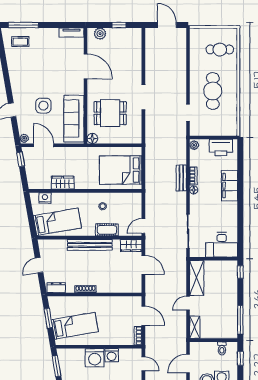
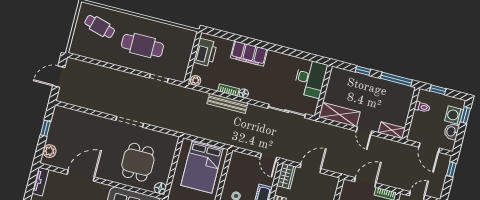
cafe table: (220, 49) -> (100, 26), turned -74
bench: (181, 178) -> (227, 103), width x1.36
window: (240, 272) -> (363, 71), moved

